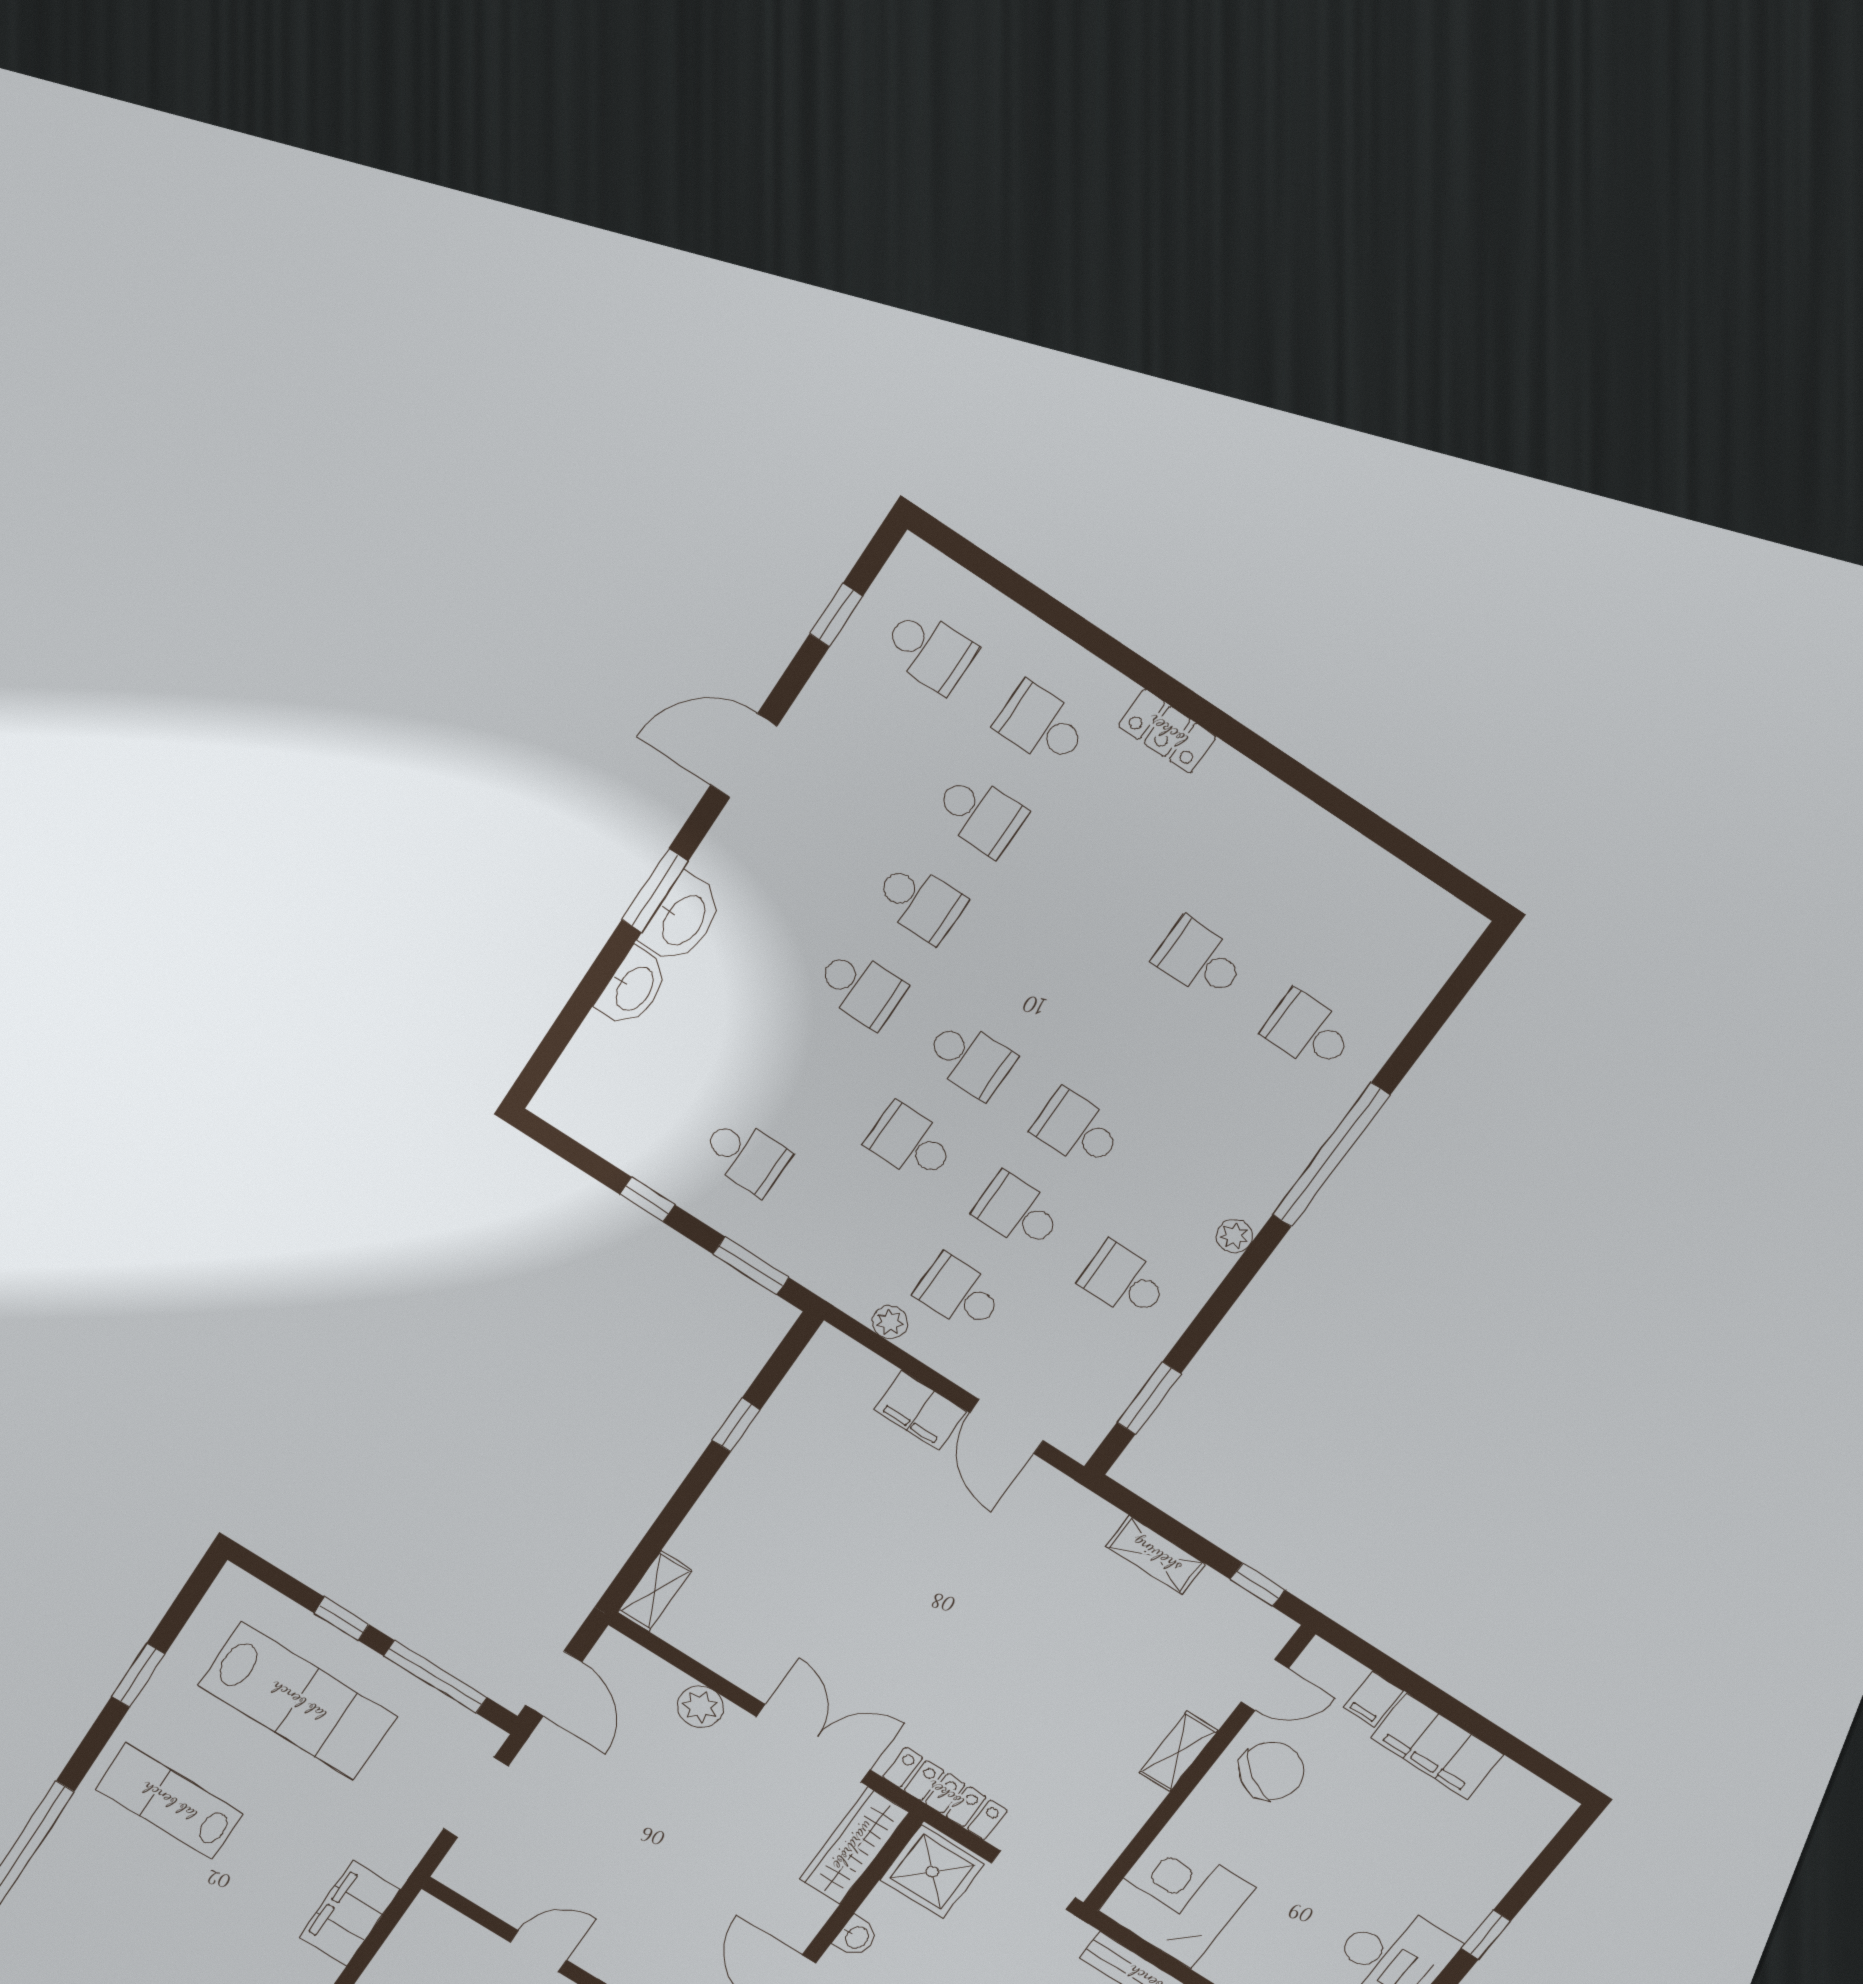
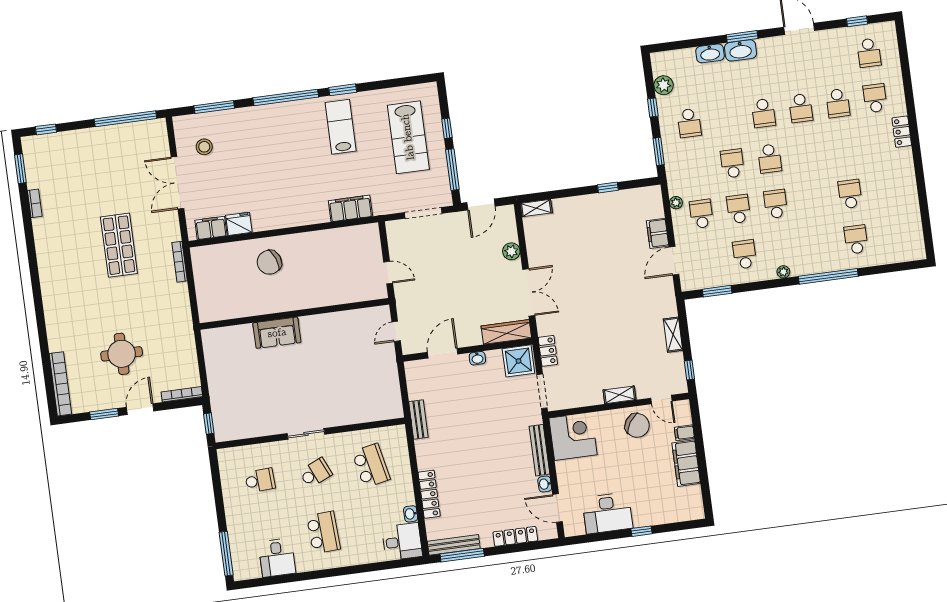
plant: (619, 1139) -> (664, 85), added
window: (138, 1675) -> (343, 90), moved
locker: (945, 1794) -> (548, 351), width x0.66

